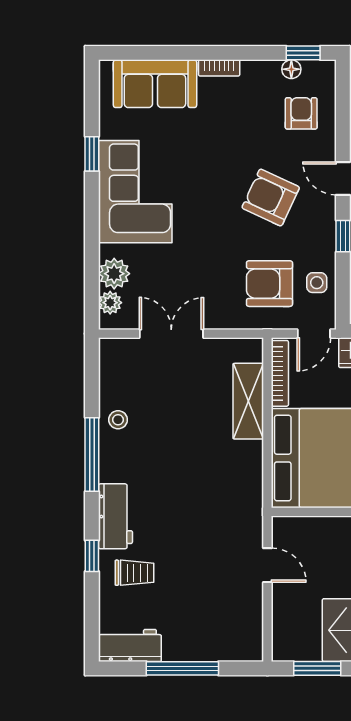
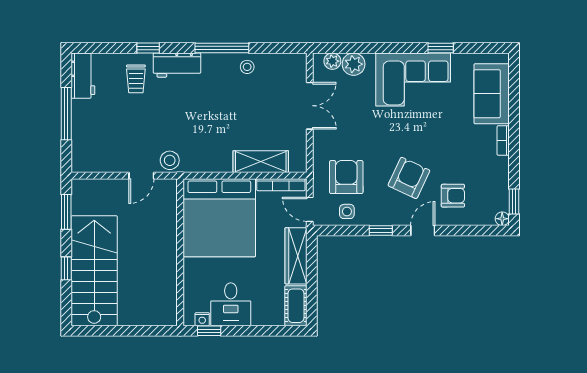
floor lamp: (291, 69) -> (502, 219), moved
armchair: (301, 113) -> (453, 196), moved
stool: (246, 526) -> (170, 160), added

